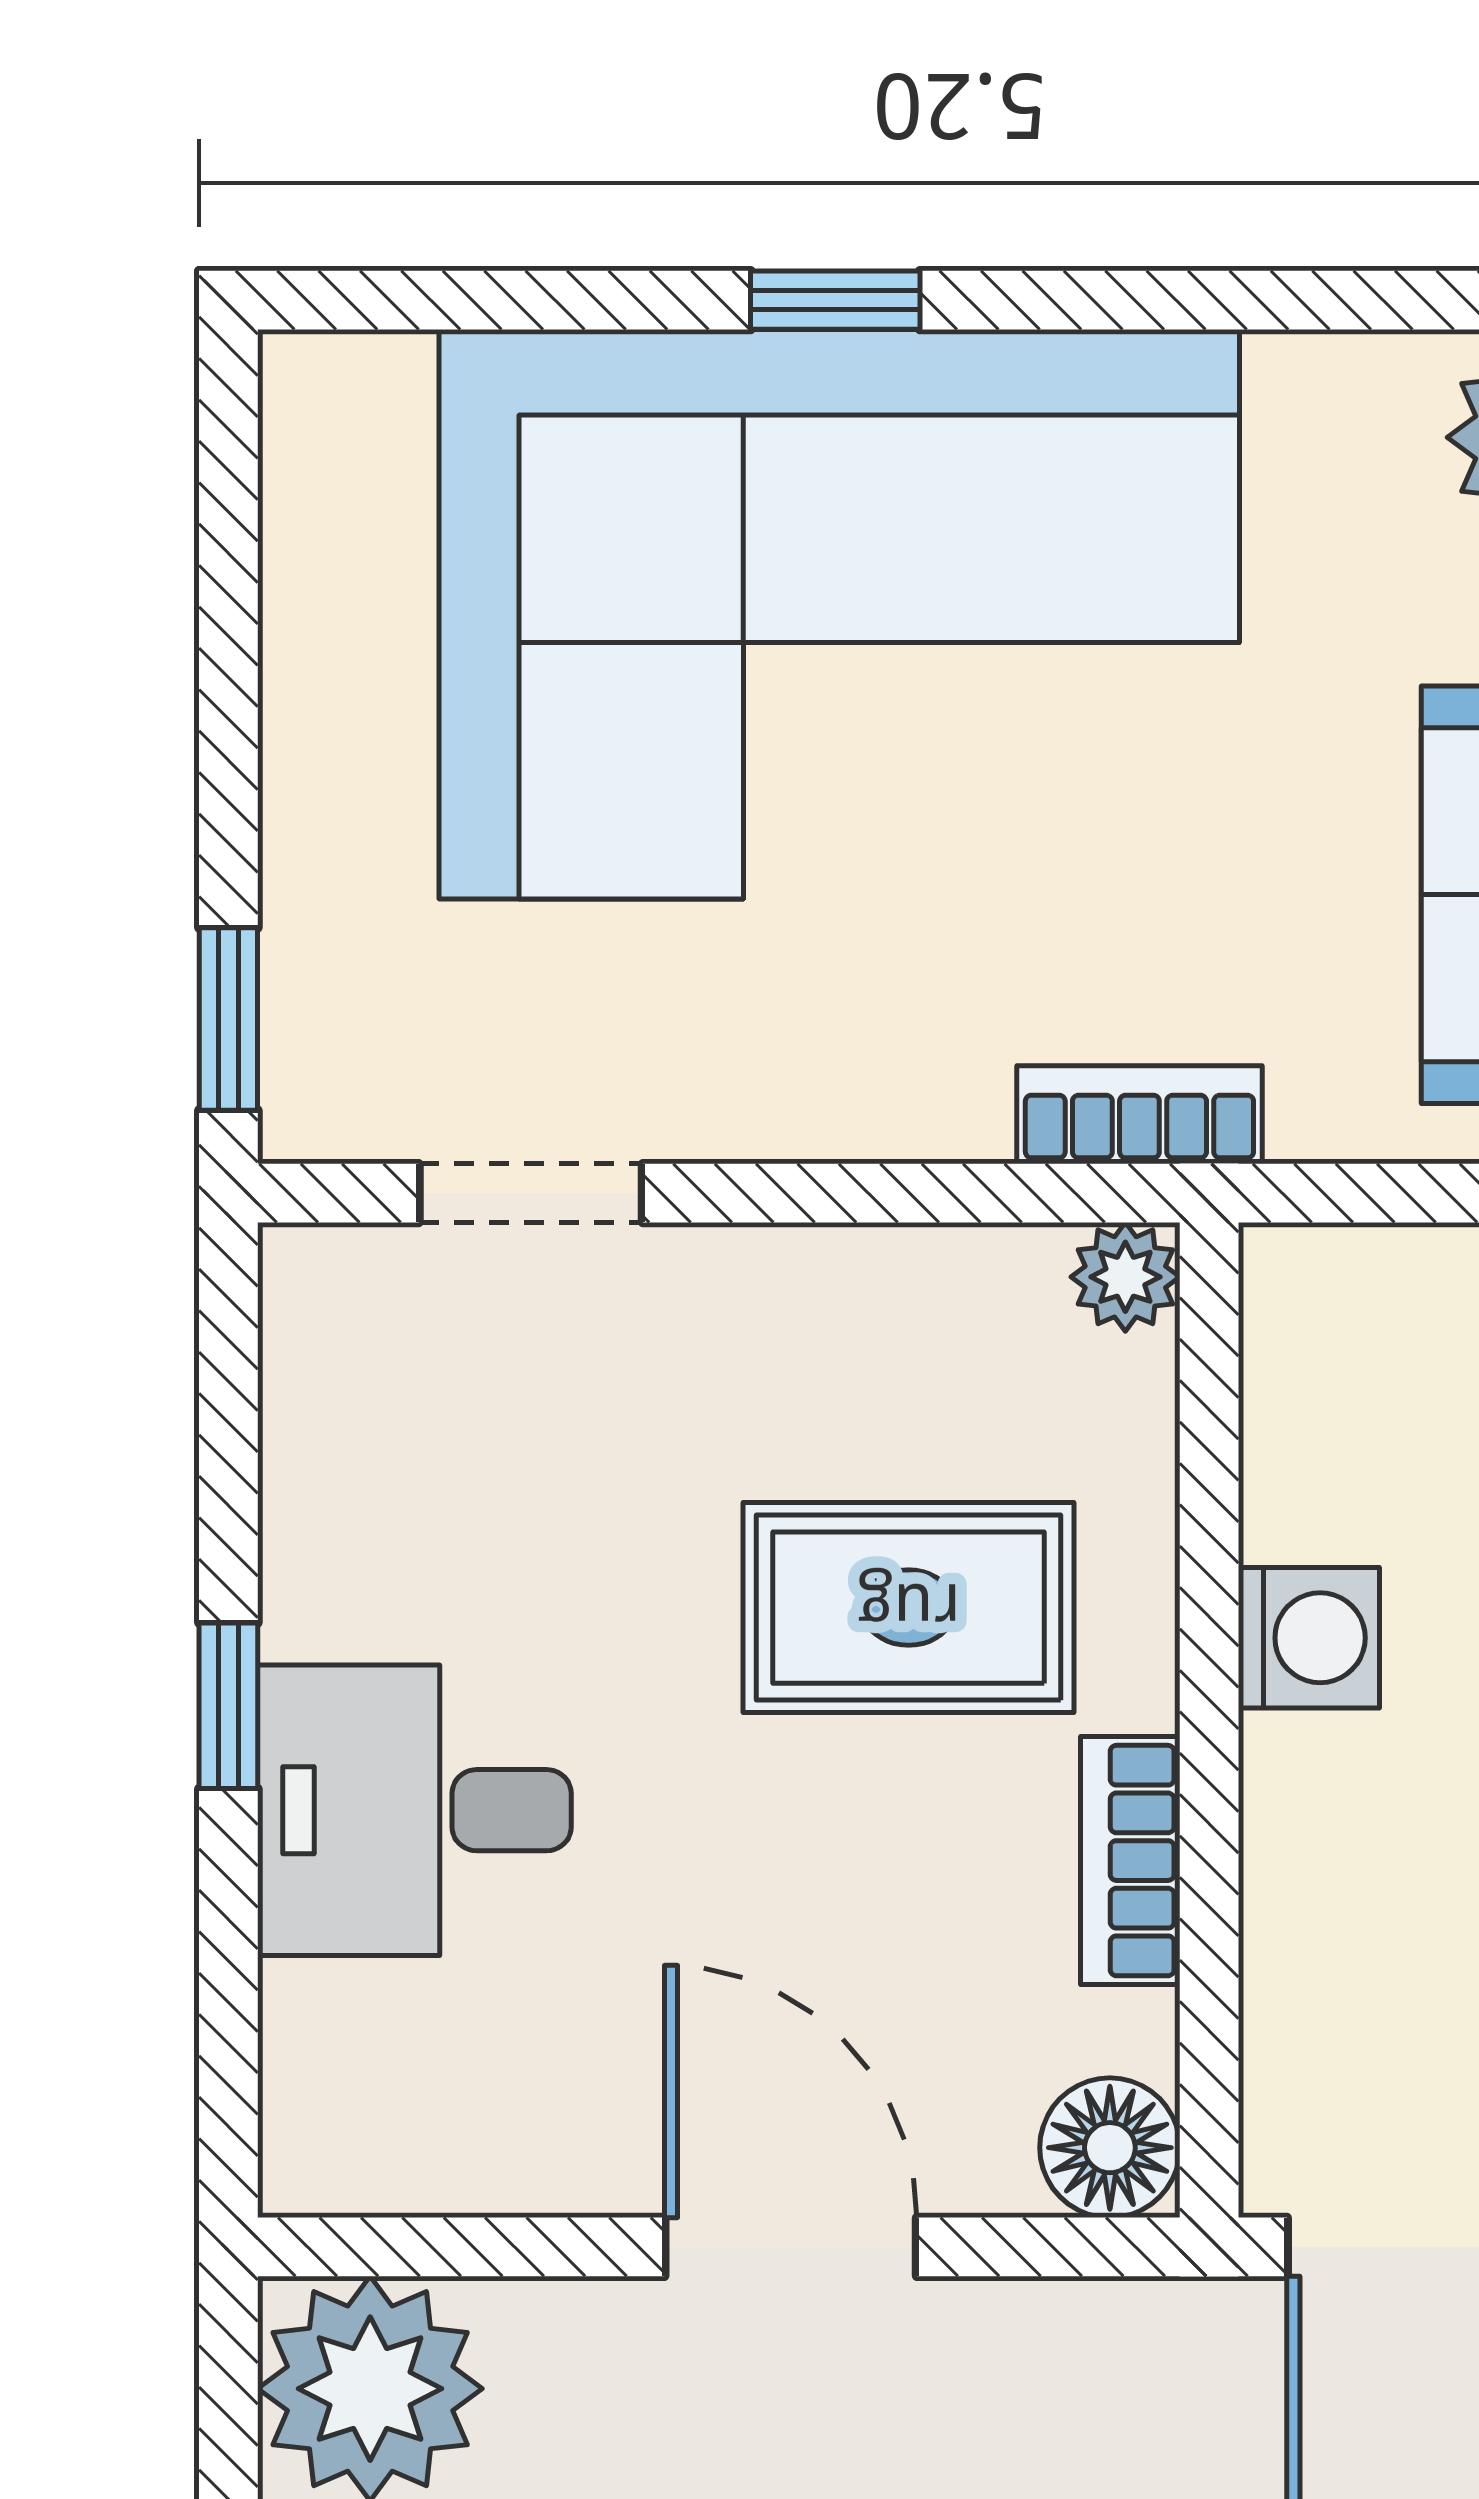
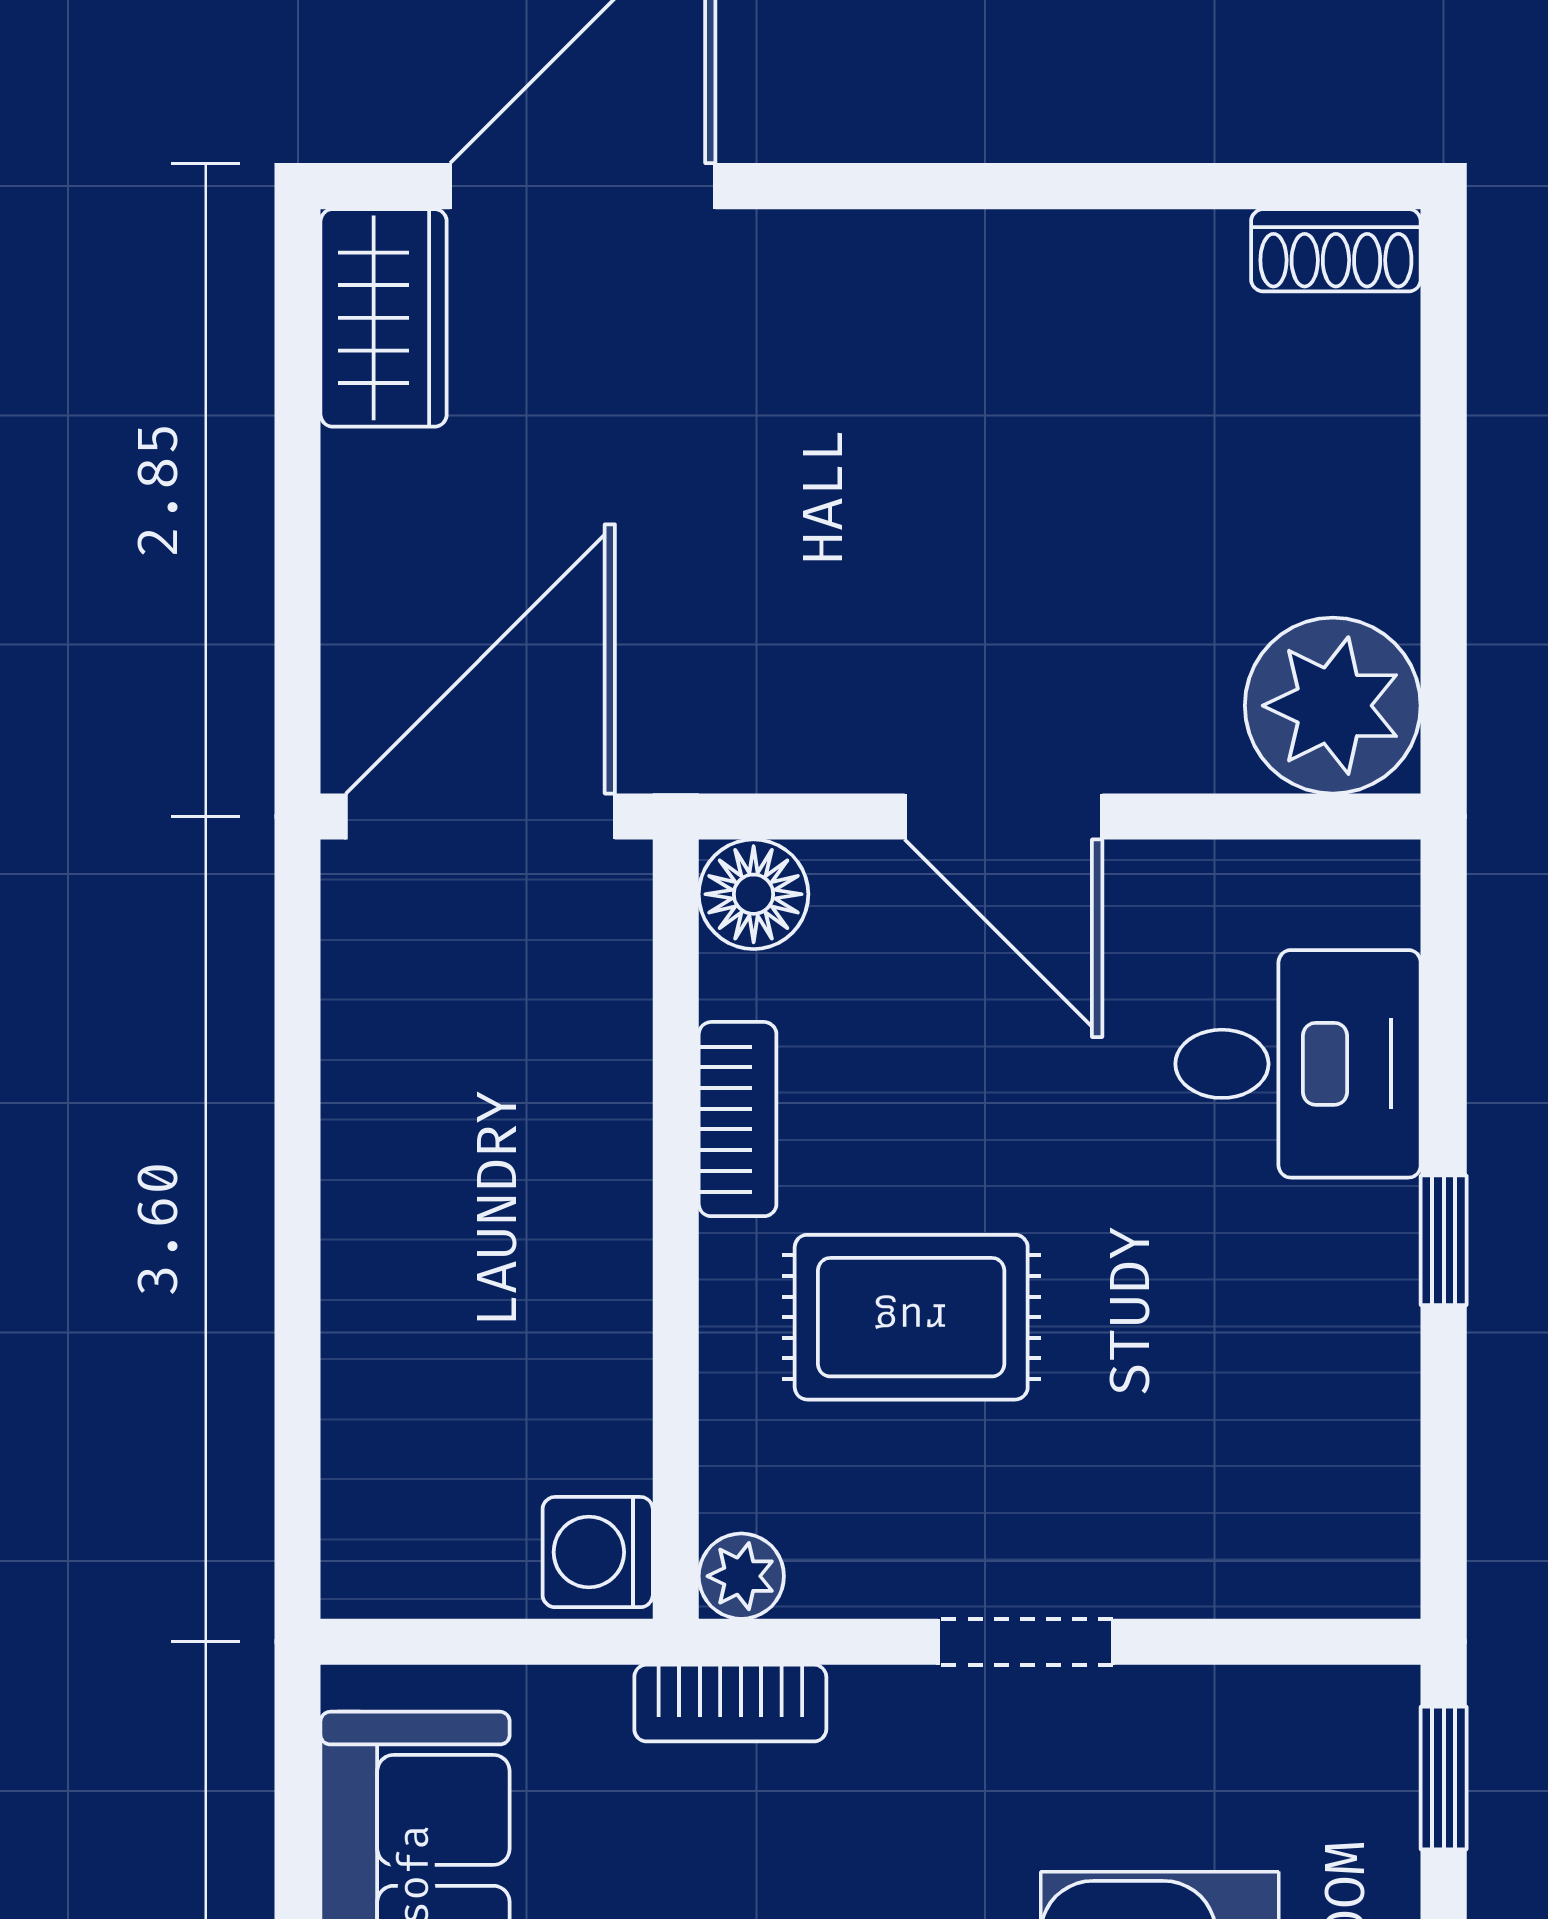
doorway: (531, 1193) -> (1026, 1642), moved
washing machine: (1309, 1638) -> (598, 1552), moved
desk: (414, 1810) -> (1298, 1064), moved

